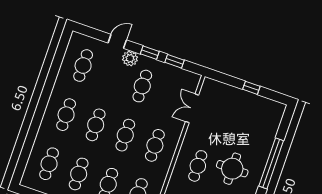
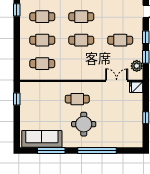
plant: (130, 58) -> (137, 66), moved
fridge: (209, 87) -> (136, 87), added
cafe table: (155, 145) -> (81, 64), removed

